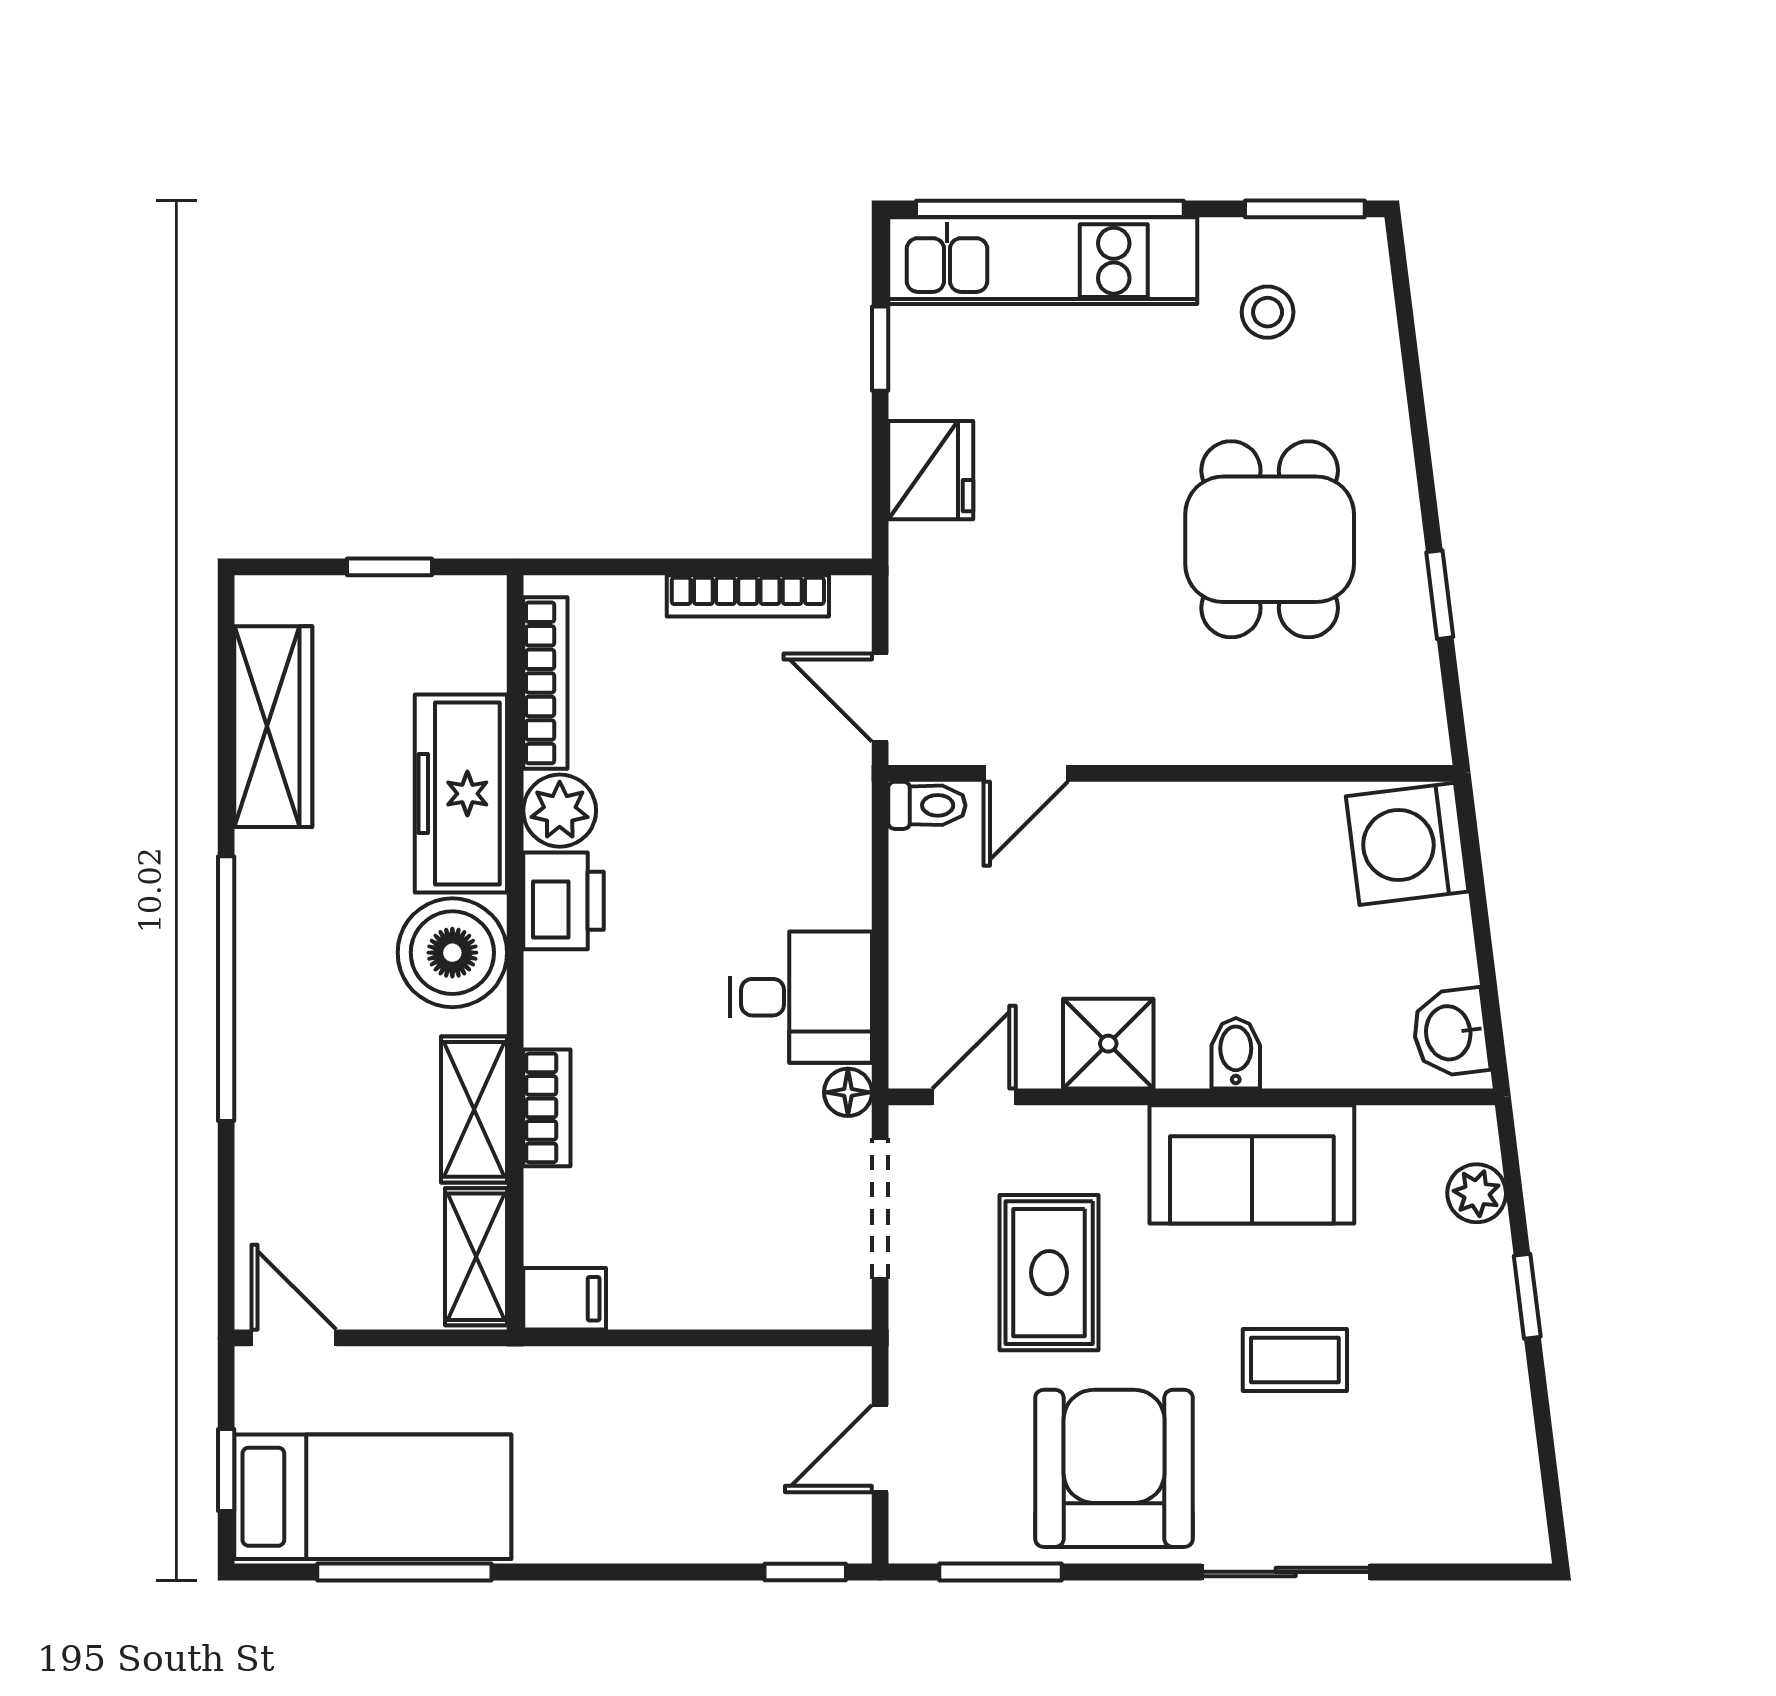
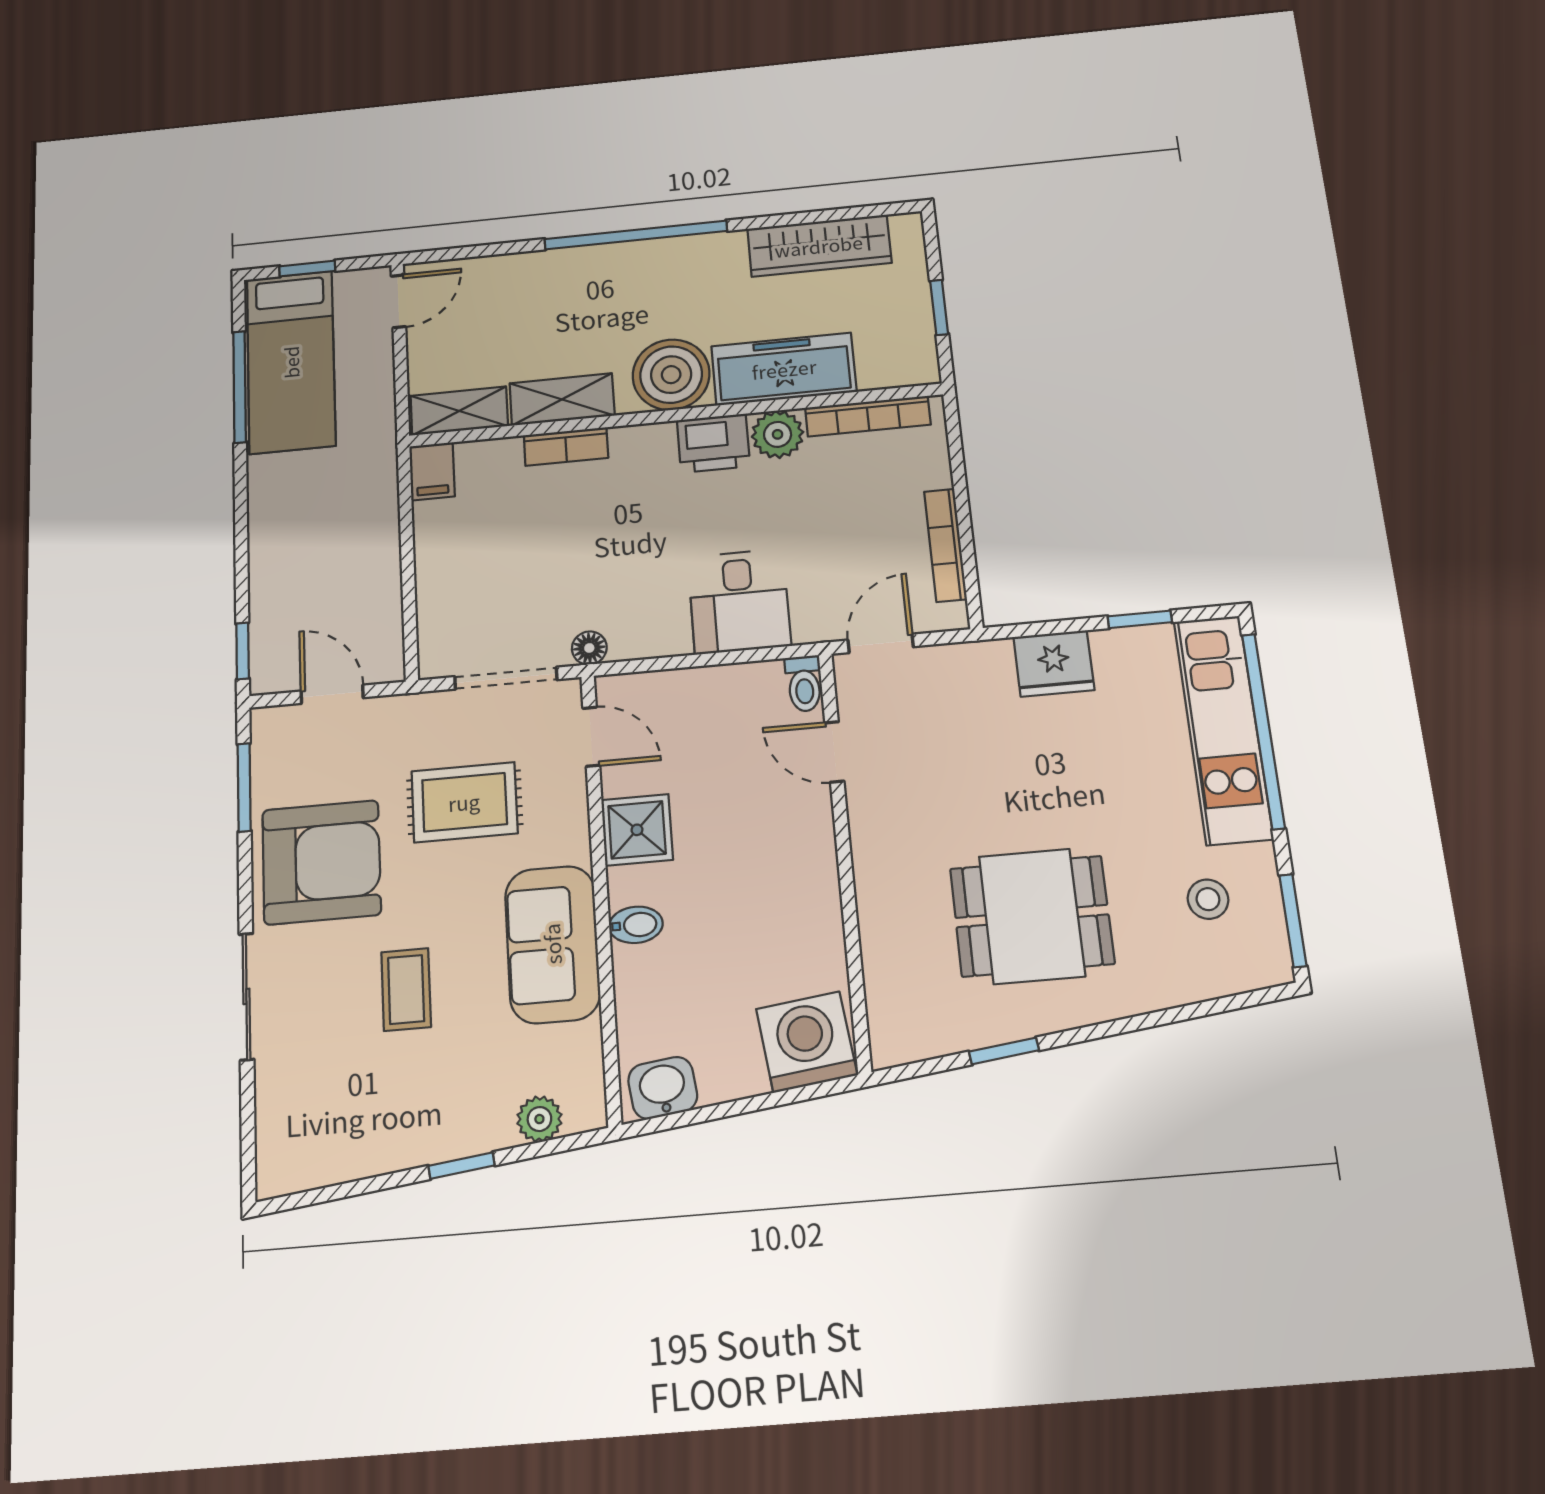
desk: (801, 997) -> (739, 601), moved

